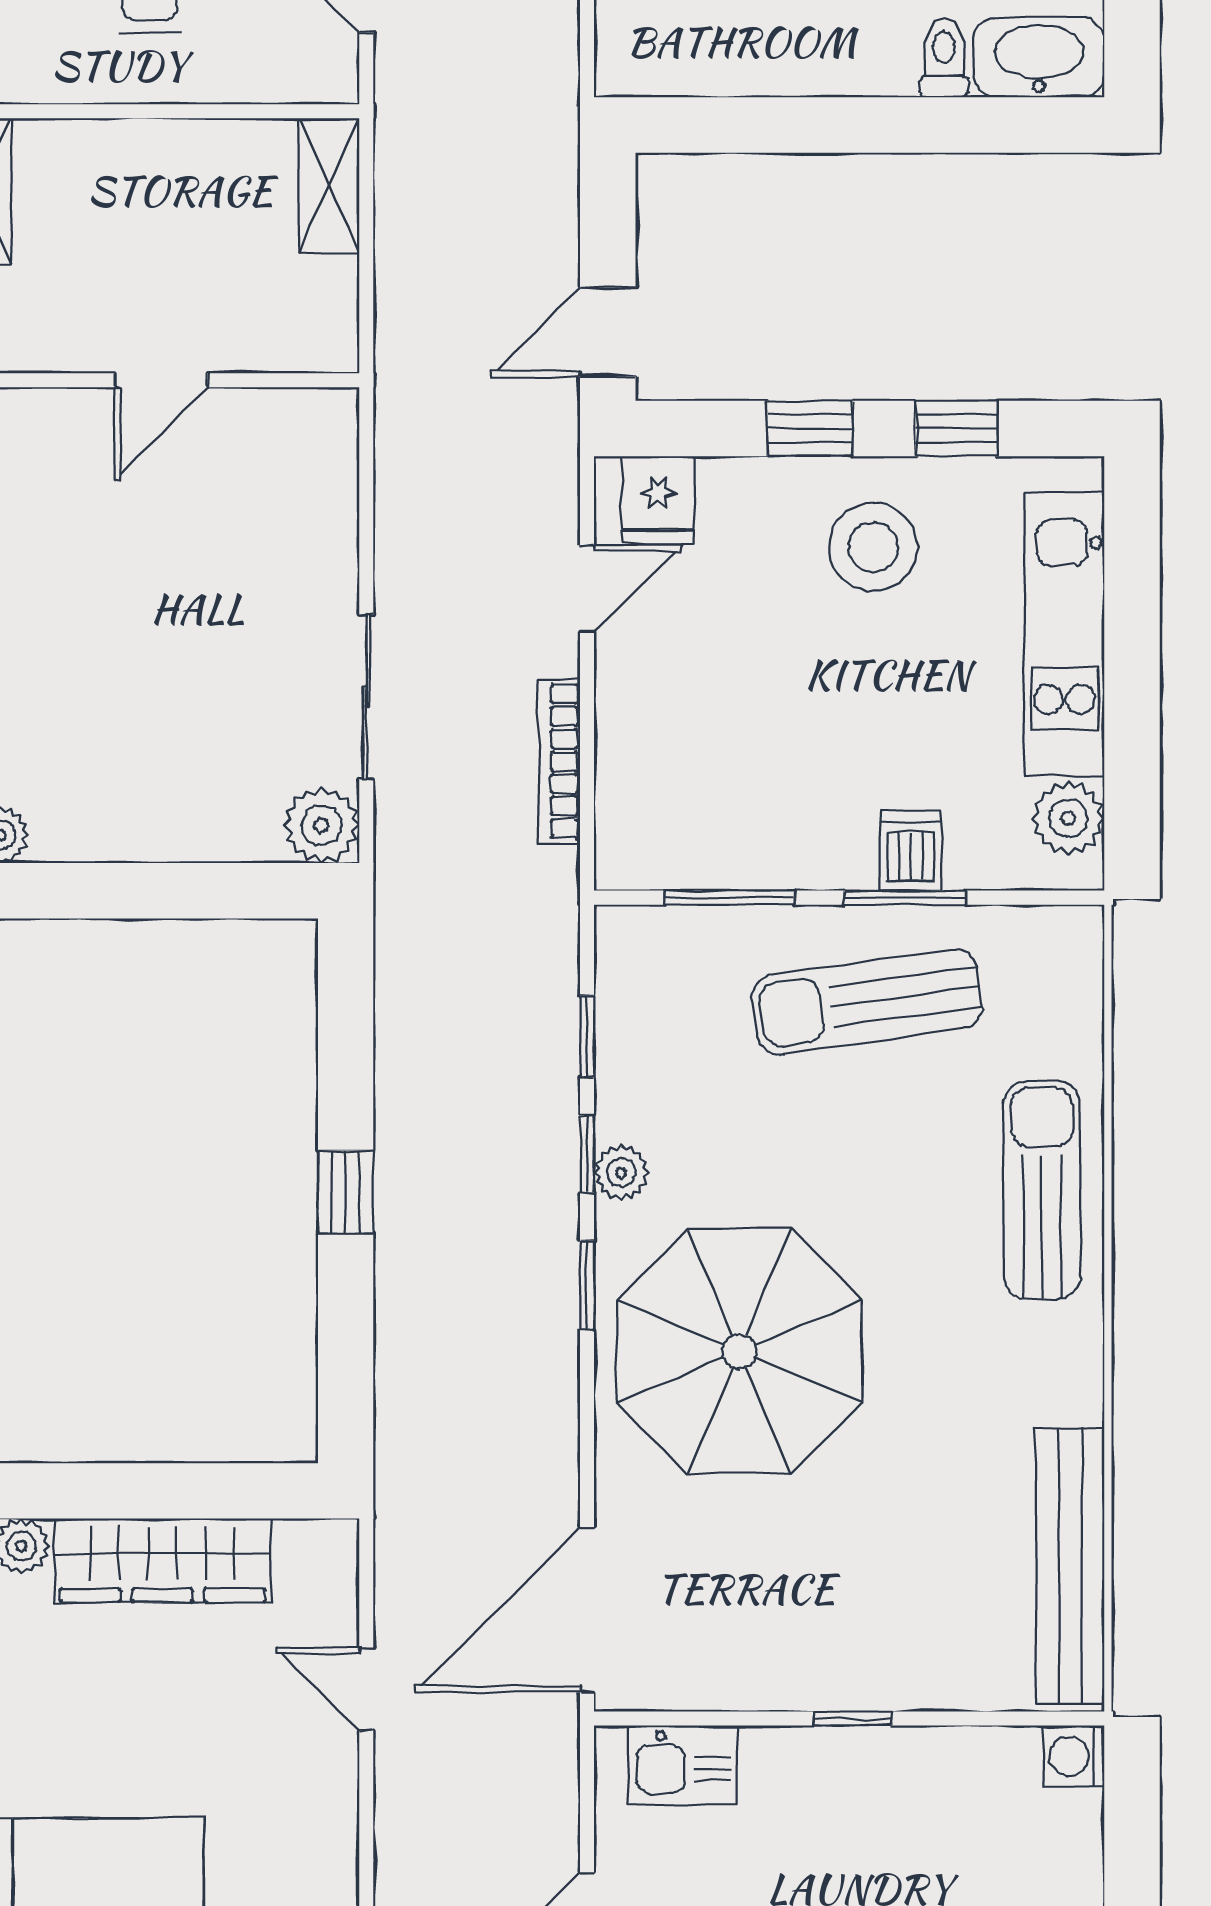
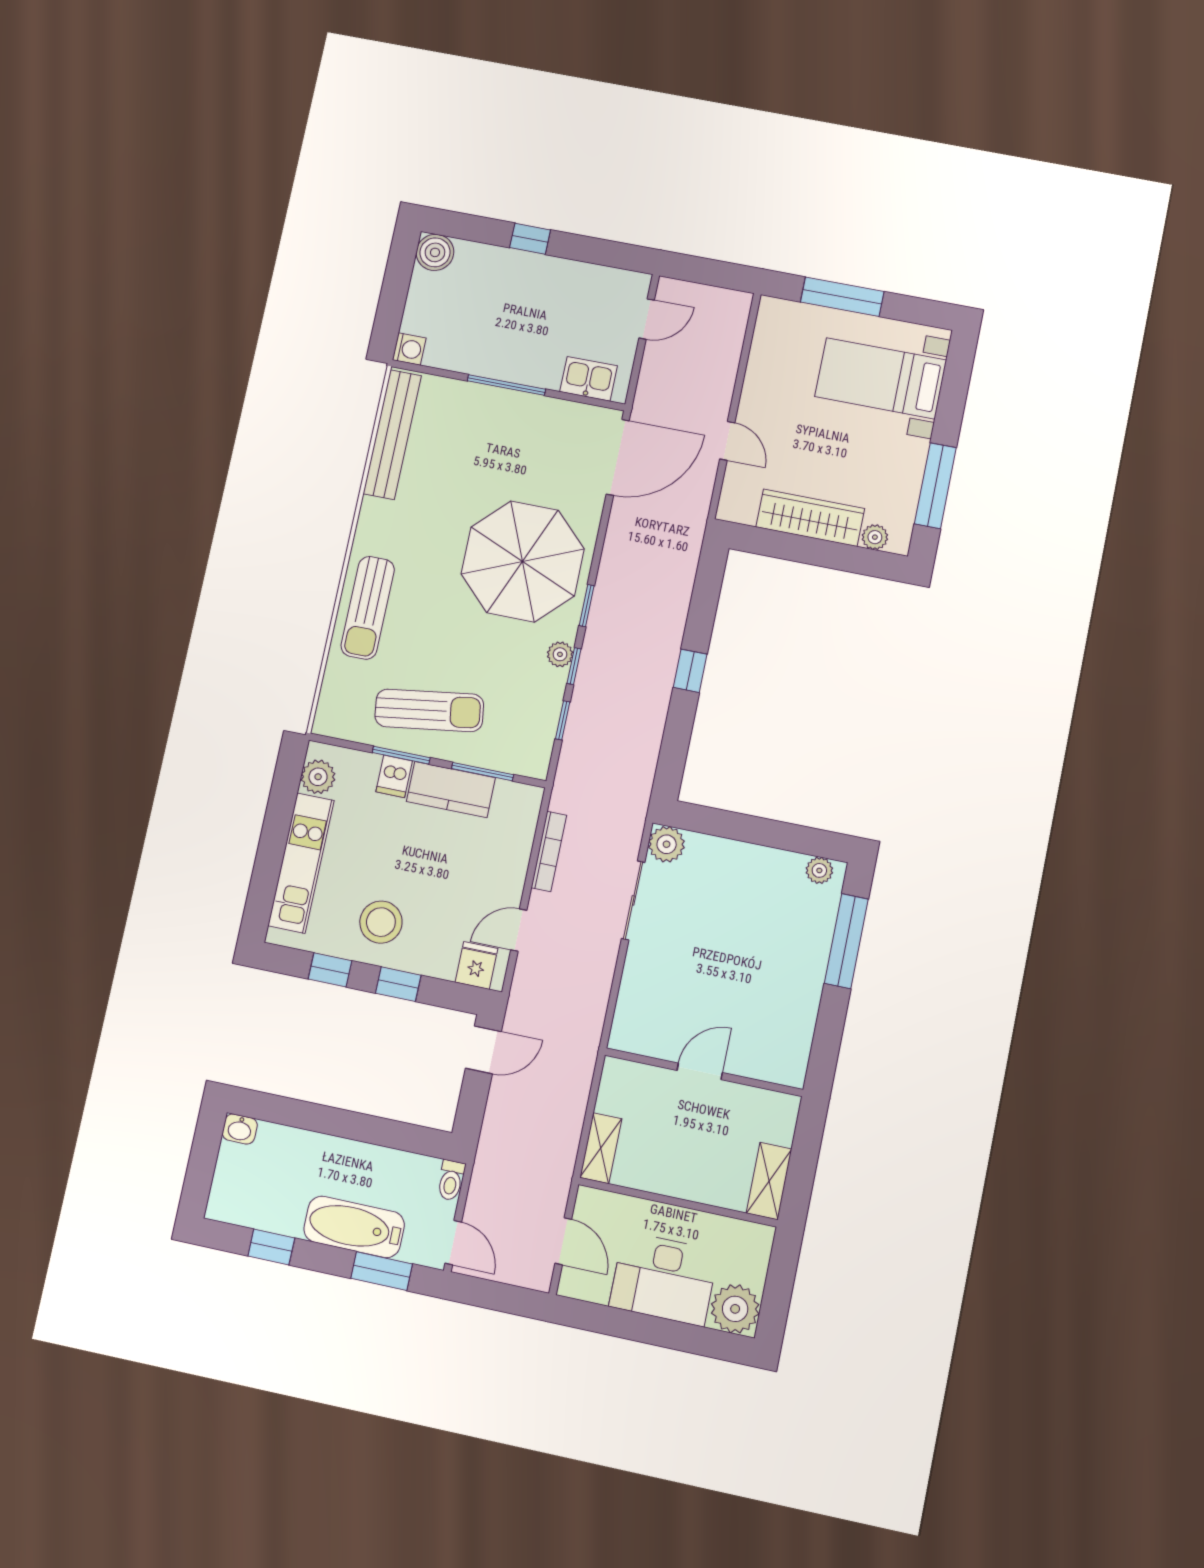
washbasin: (1039, 57) -> (240, 1129), width x0.52, depth x0.69
toilet: (944, 58) -> (451, 1180), moved
kitchen counter: (788, 847) -> (451, 790), added
window: (852, 1719) -> (506, 385), width x2.17

